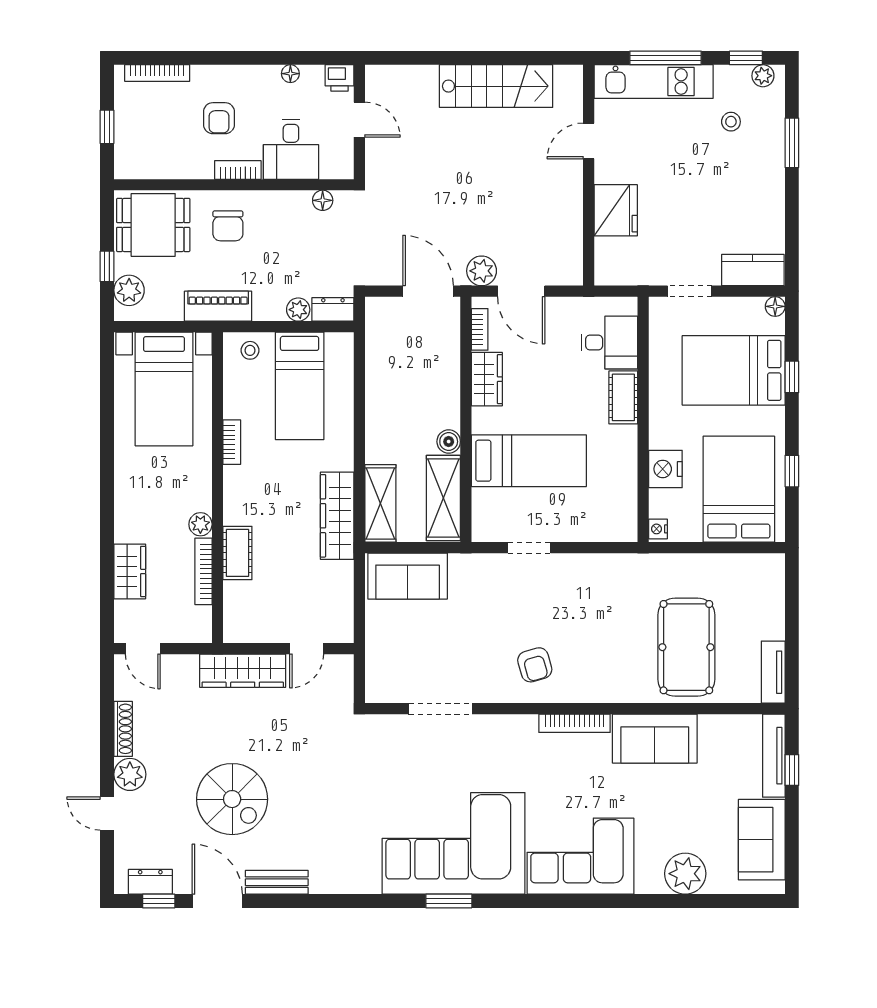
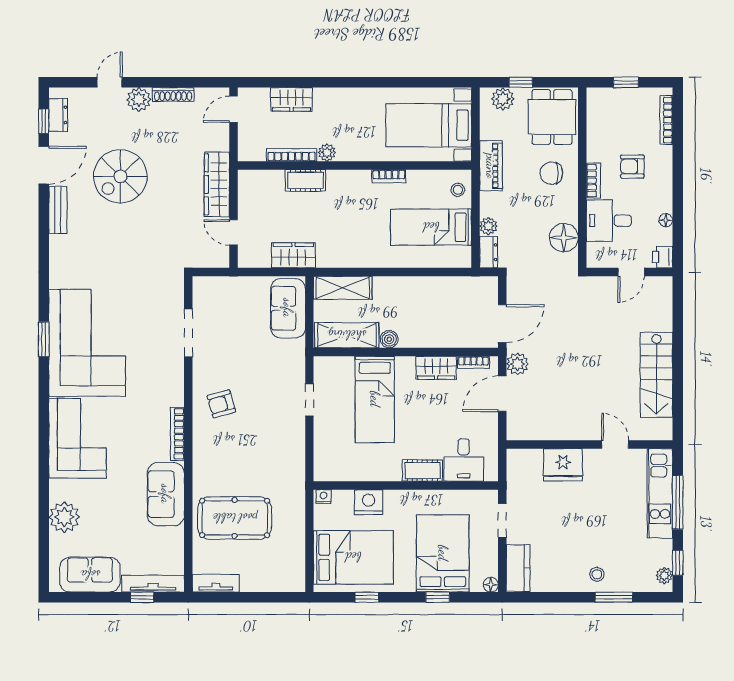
stool: (731, 122) -> (597, 574), moved
floor lamp: (323, 200) -> (564, 238), width x1.89, depth x1.89
wardrobe: (337, 516) -> (293, 255), moved, width x0.67

